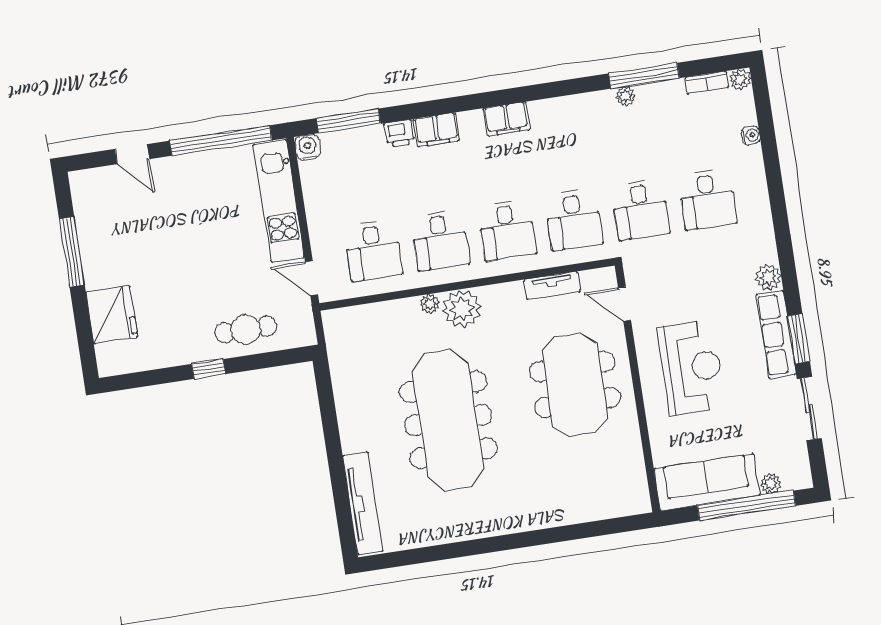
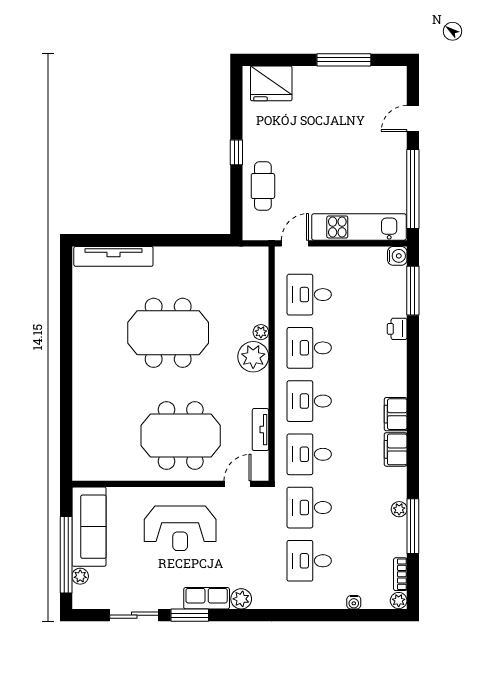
filing cabinet: (436, 130) -> (396, 449), moved
fridge: (112, 315) -> (271, 83), moved
row of seats: (776, 334) -> (207, 598), width x0.68
meeting table: (448, 420) -> (168, 333), width x0.73

